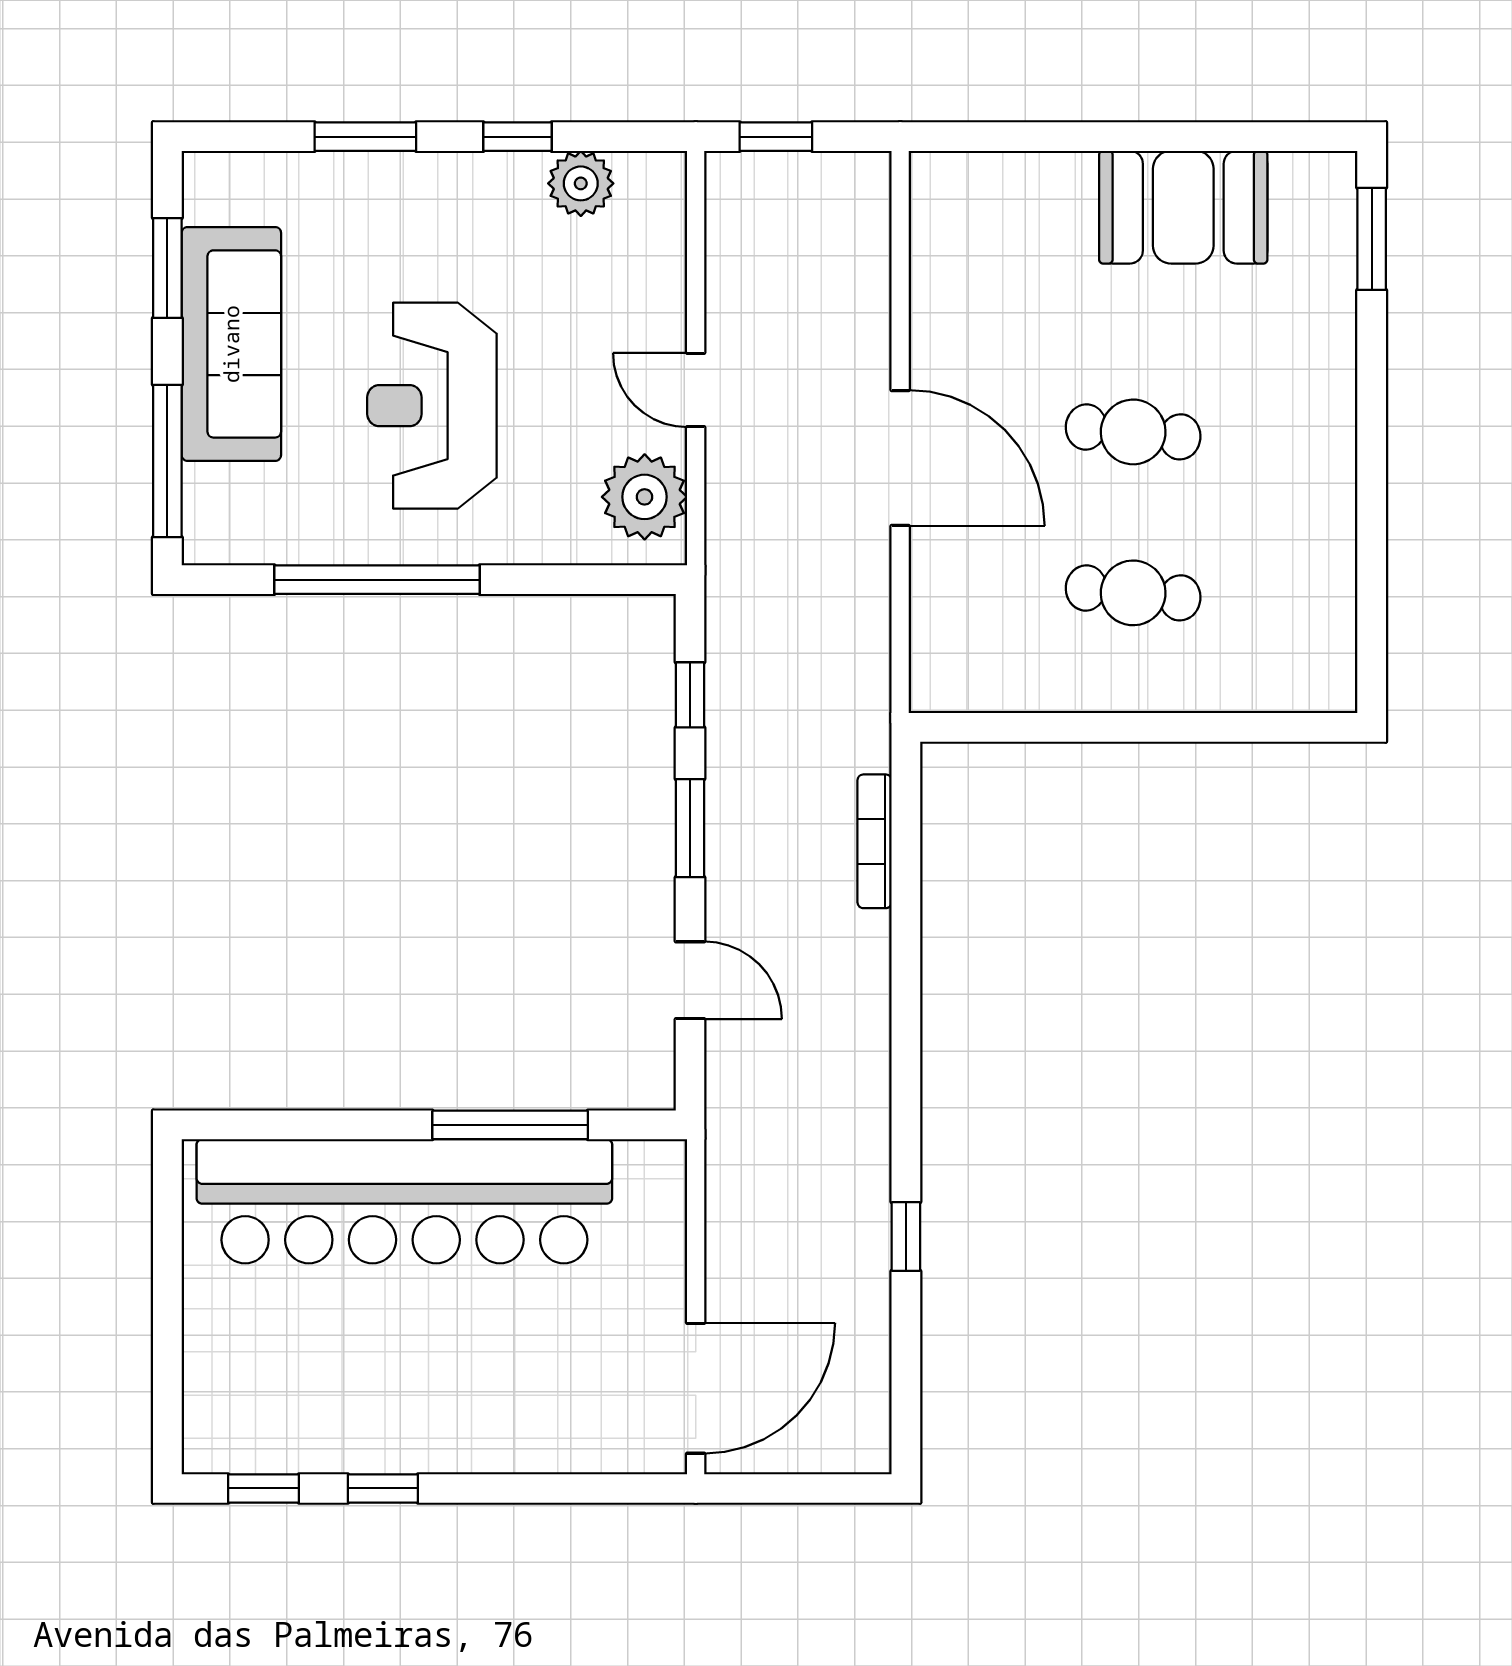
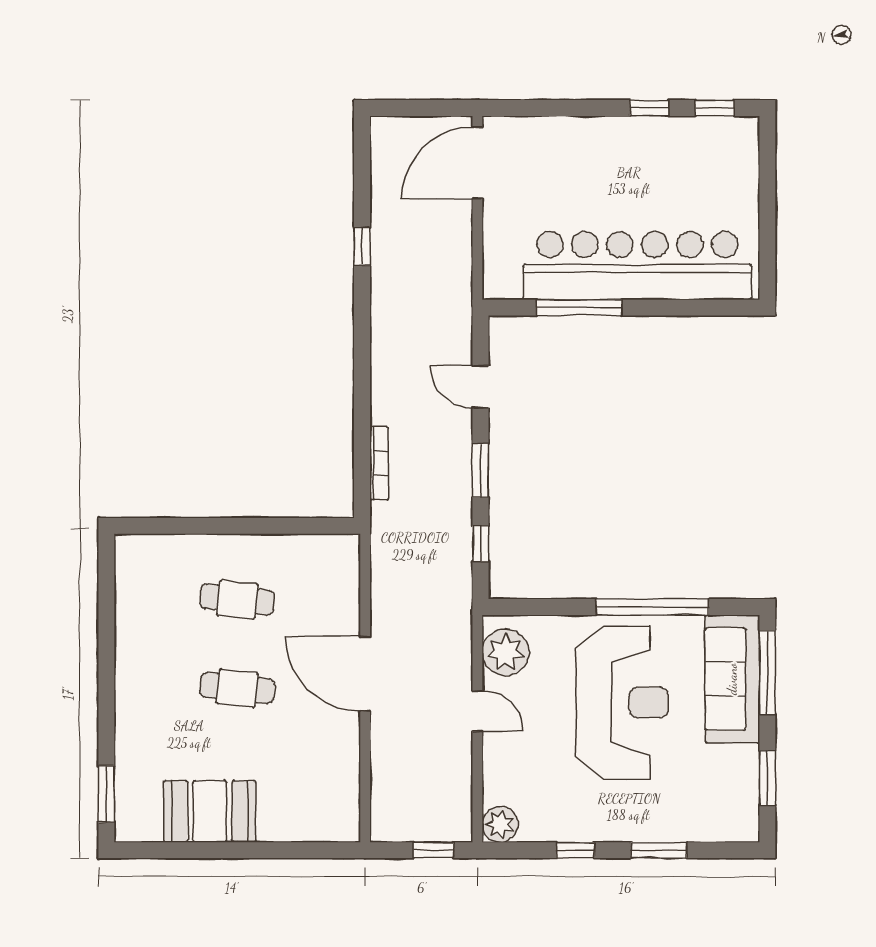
plant: (581, 183) -> (500, 824), moved
sofa: (231, 344) -> (732, 679), moved
reception desk: (432, 406) -> (622, 702), width x1.36, depth x1.30

